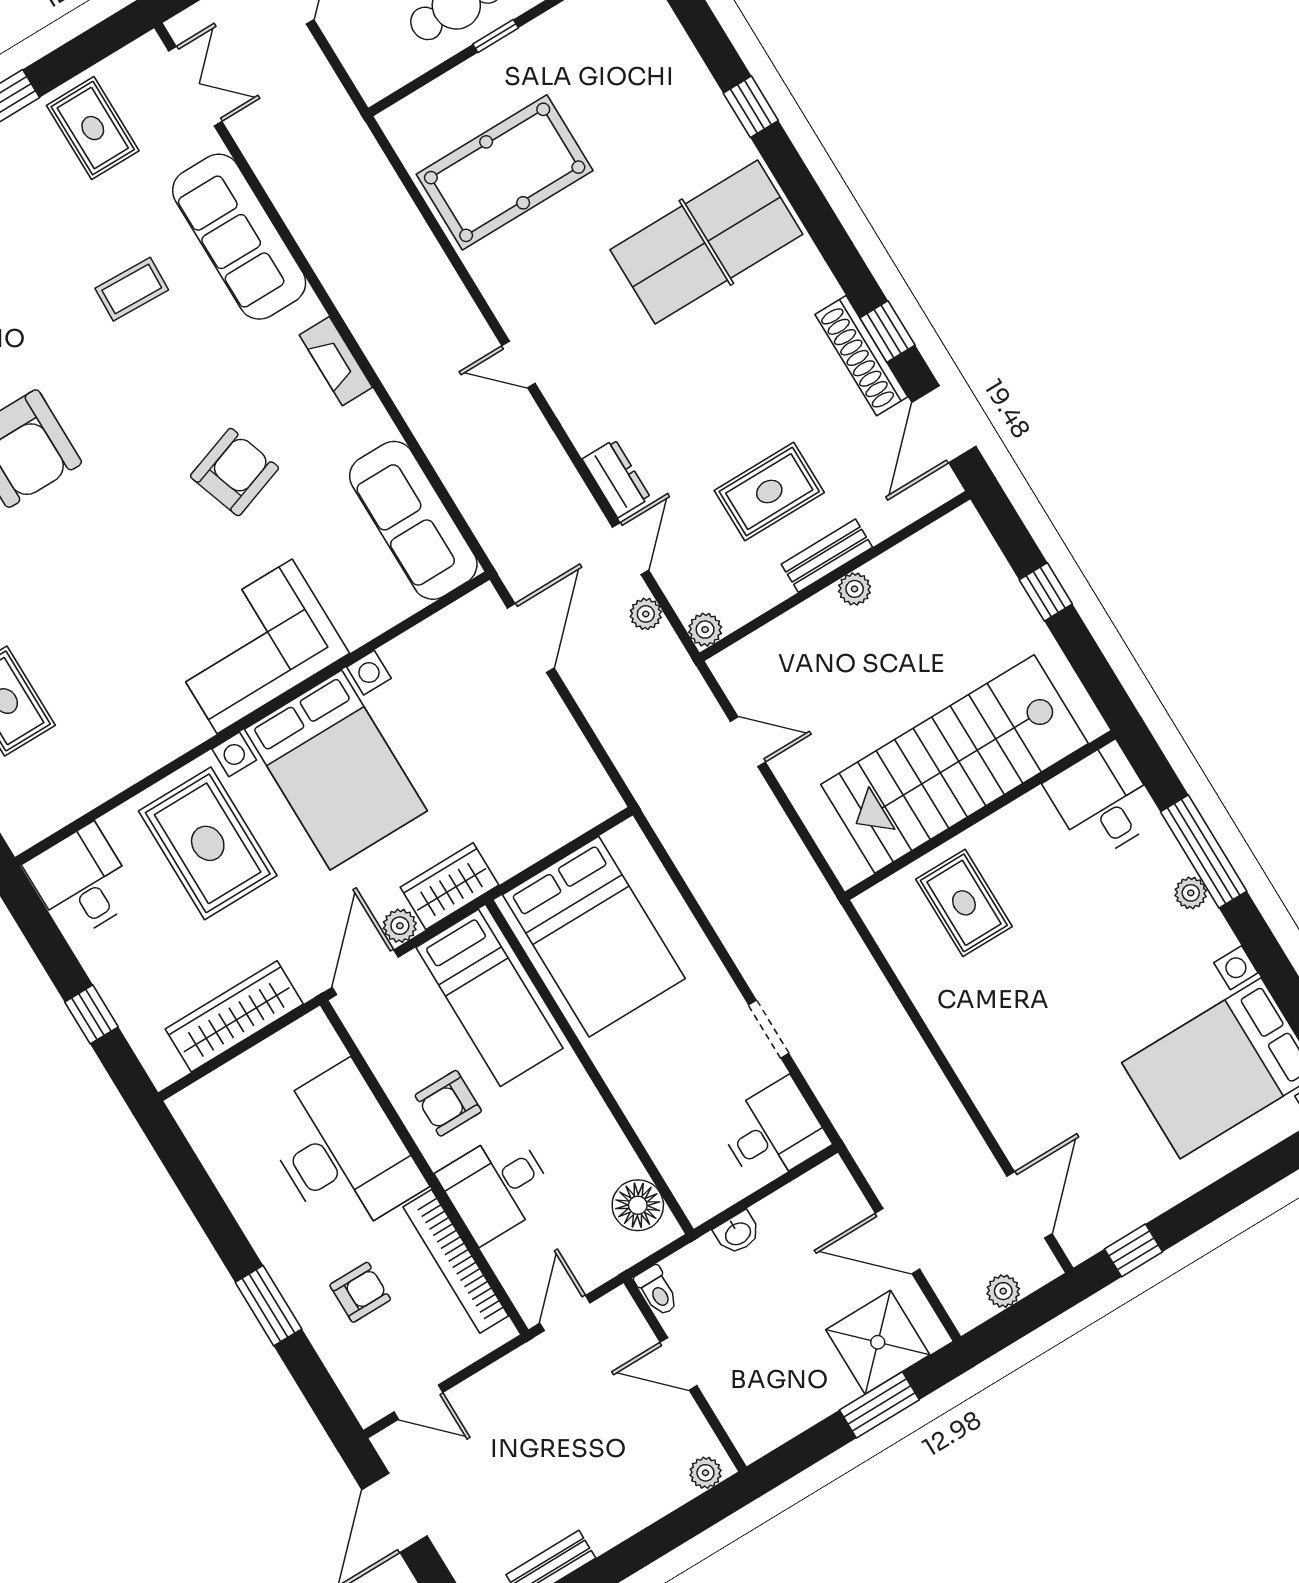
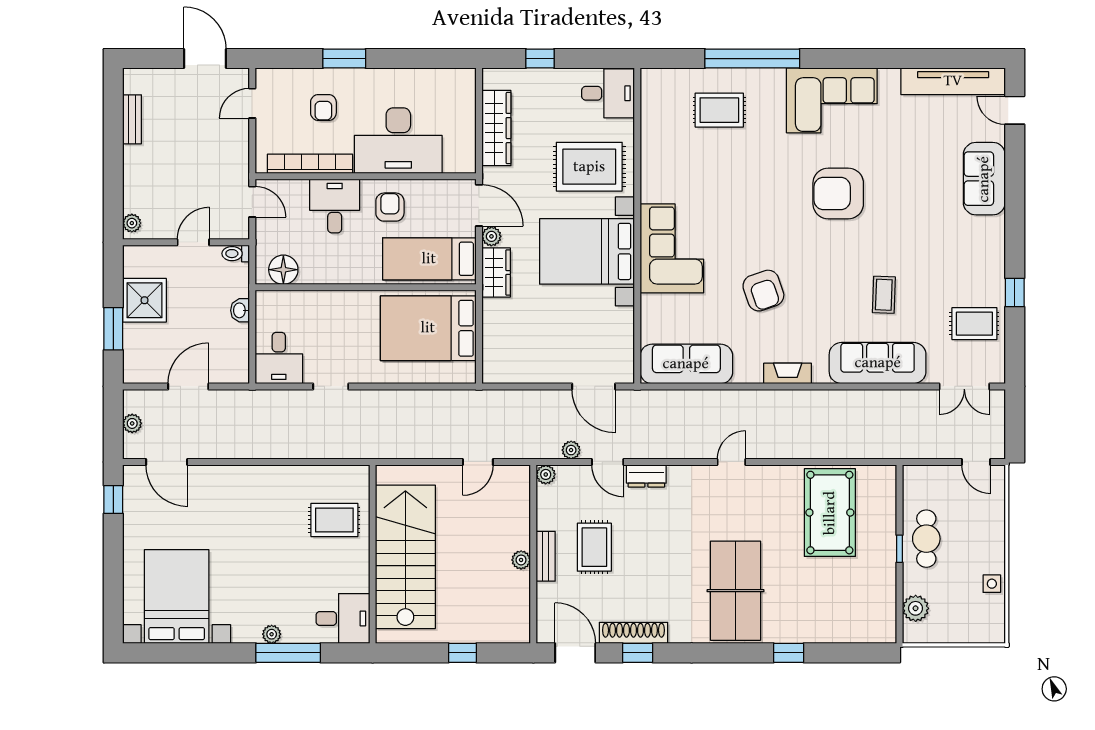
shower: (878, 1342) -> (144, 300), moved

